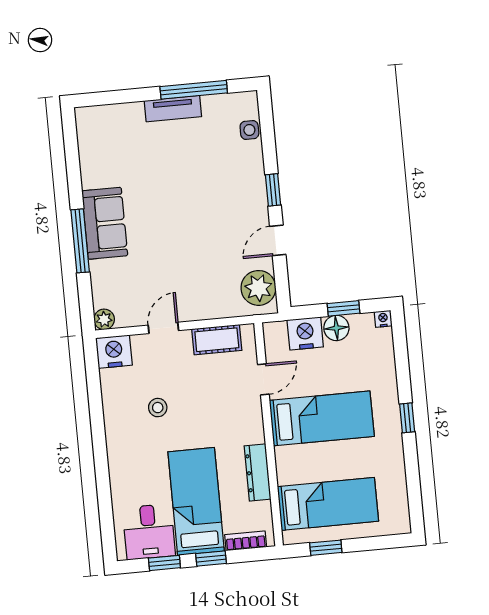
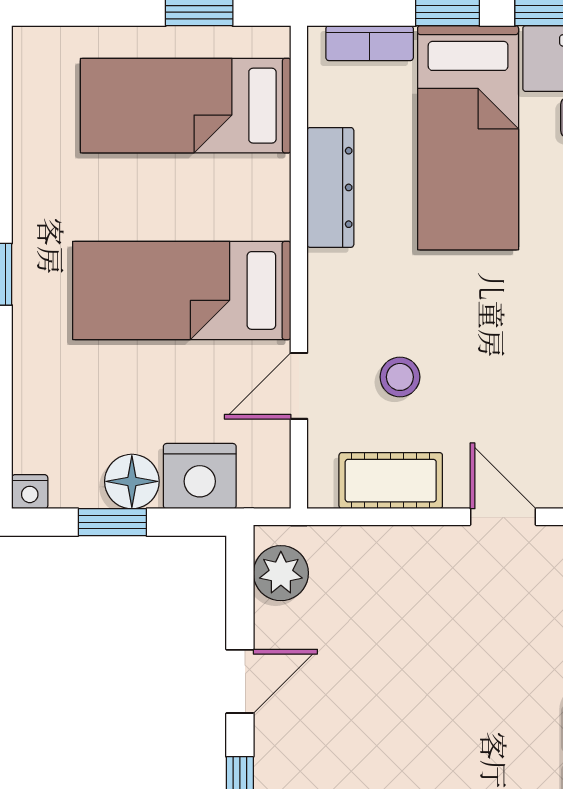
plant: (258, 288) -> (281, 573), width x0.73, depth x0.73
door: (163, 328) -> (503, 517), swing flipped
stool: (158, 408) -> (400, 377), moved

